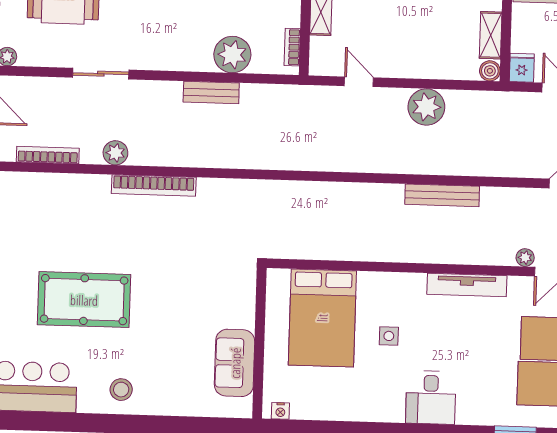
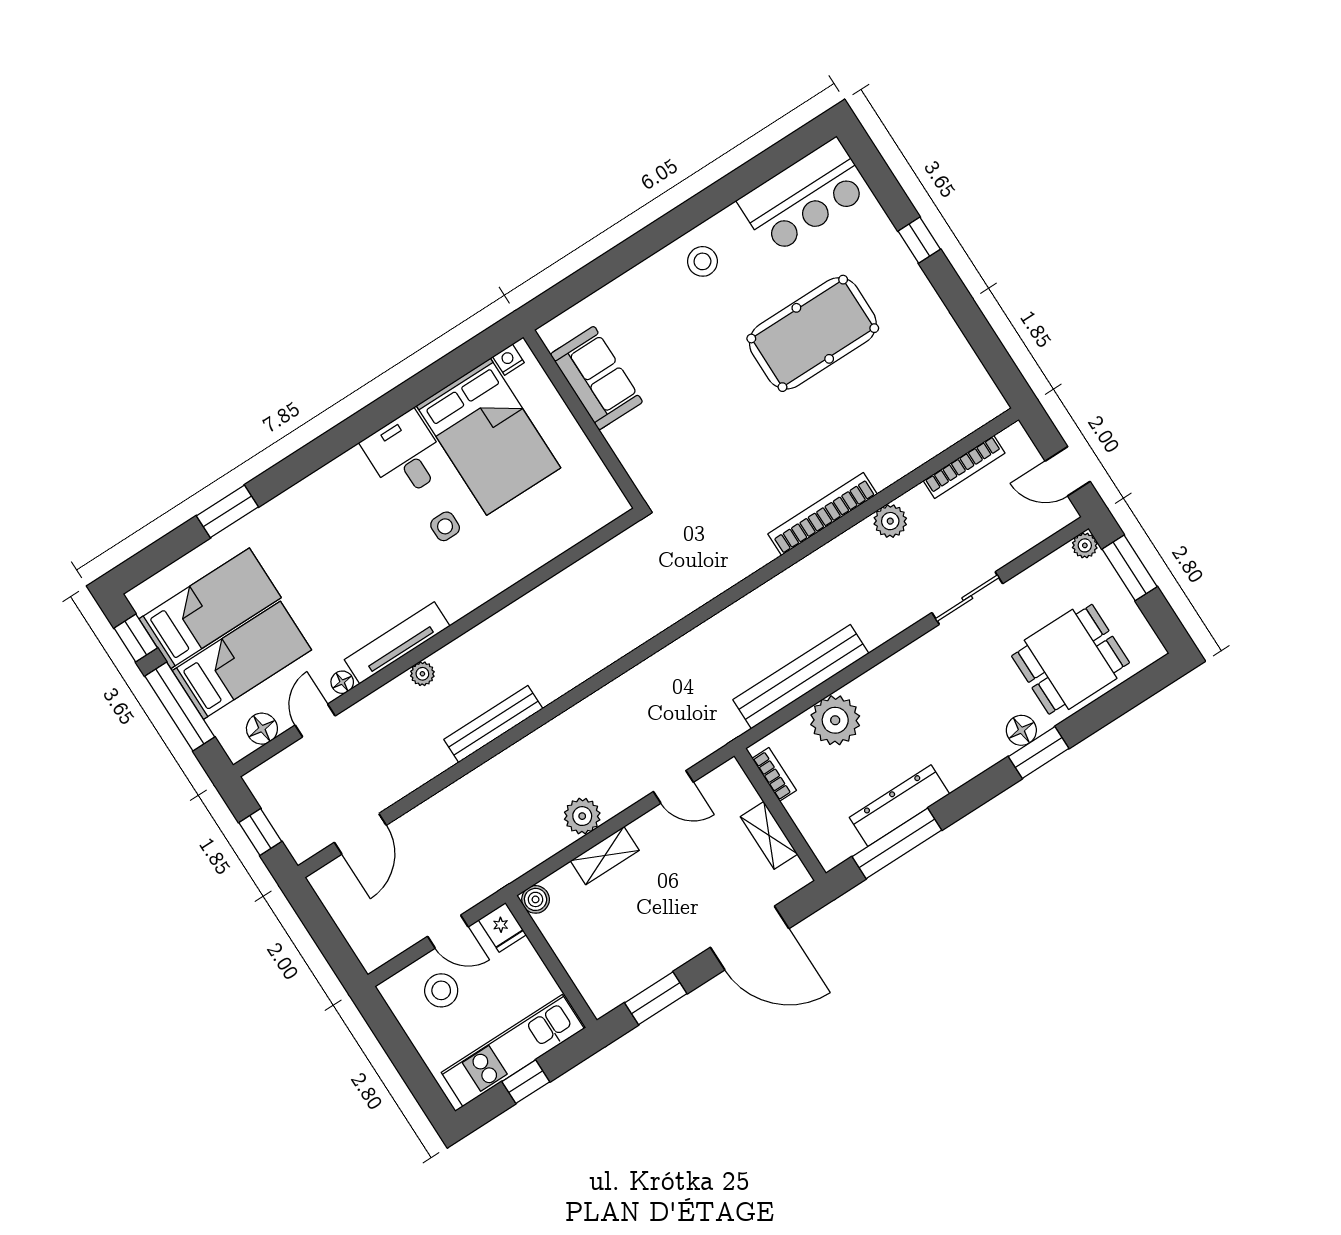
shelving: (491, 35) -> (605, 856), moved, turned 90
bench: (211, 92) -> (801, 677), width x1.86, depth x1.21
plant: (426, 107) -> (582, 816), width x0.73, depth x0.73
plant: (525, 258) -> (422, 674), moved
floor lamp: (517, 284) -> (342, 682), added
bed: (322, 318) -> (488, 437), moved, turned 180
desk: (431, 398) -> (405, 455), moved

